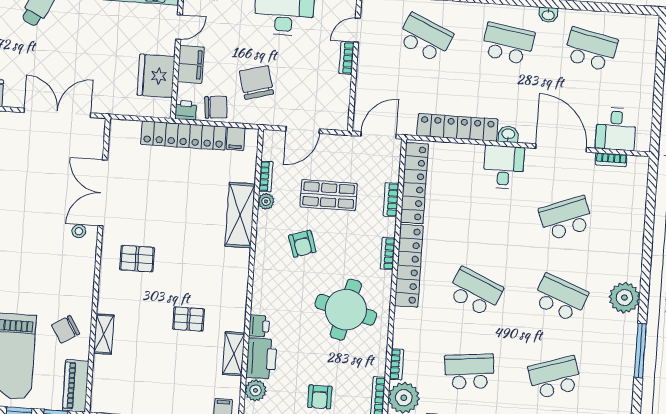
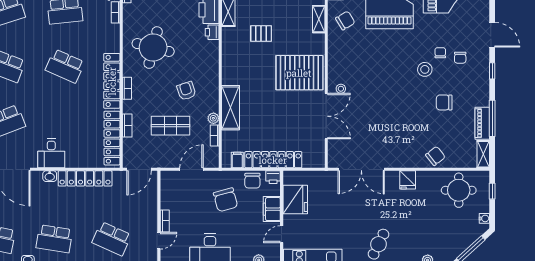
chair: (216, 107) -> (252, 181), turned -85
pallet: (137, 259) -> (299, 73), width x2.05, depth x2.00

